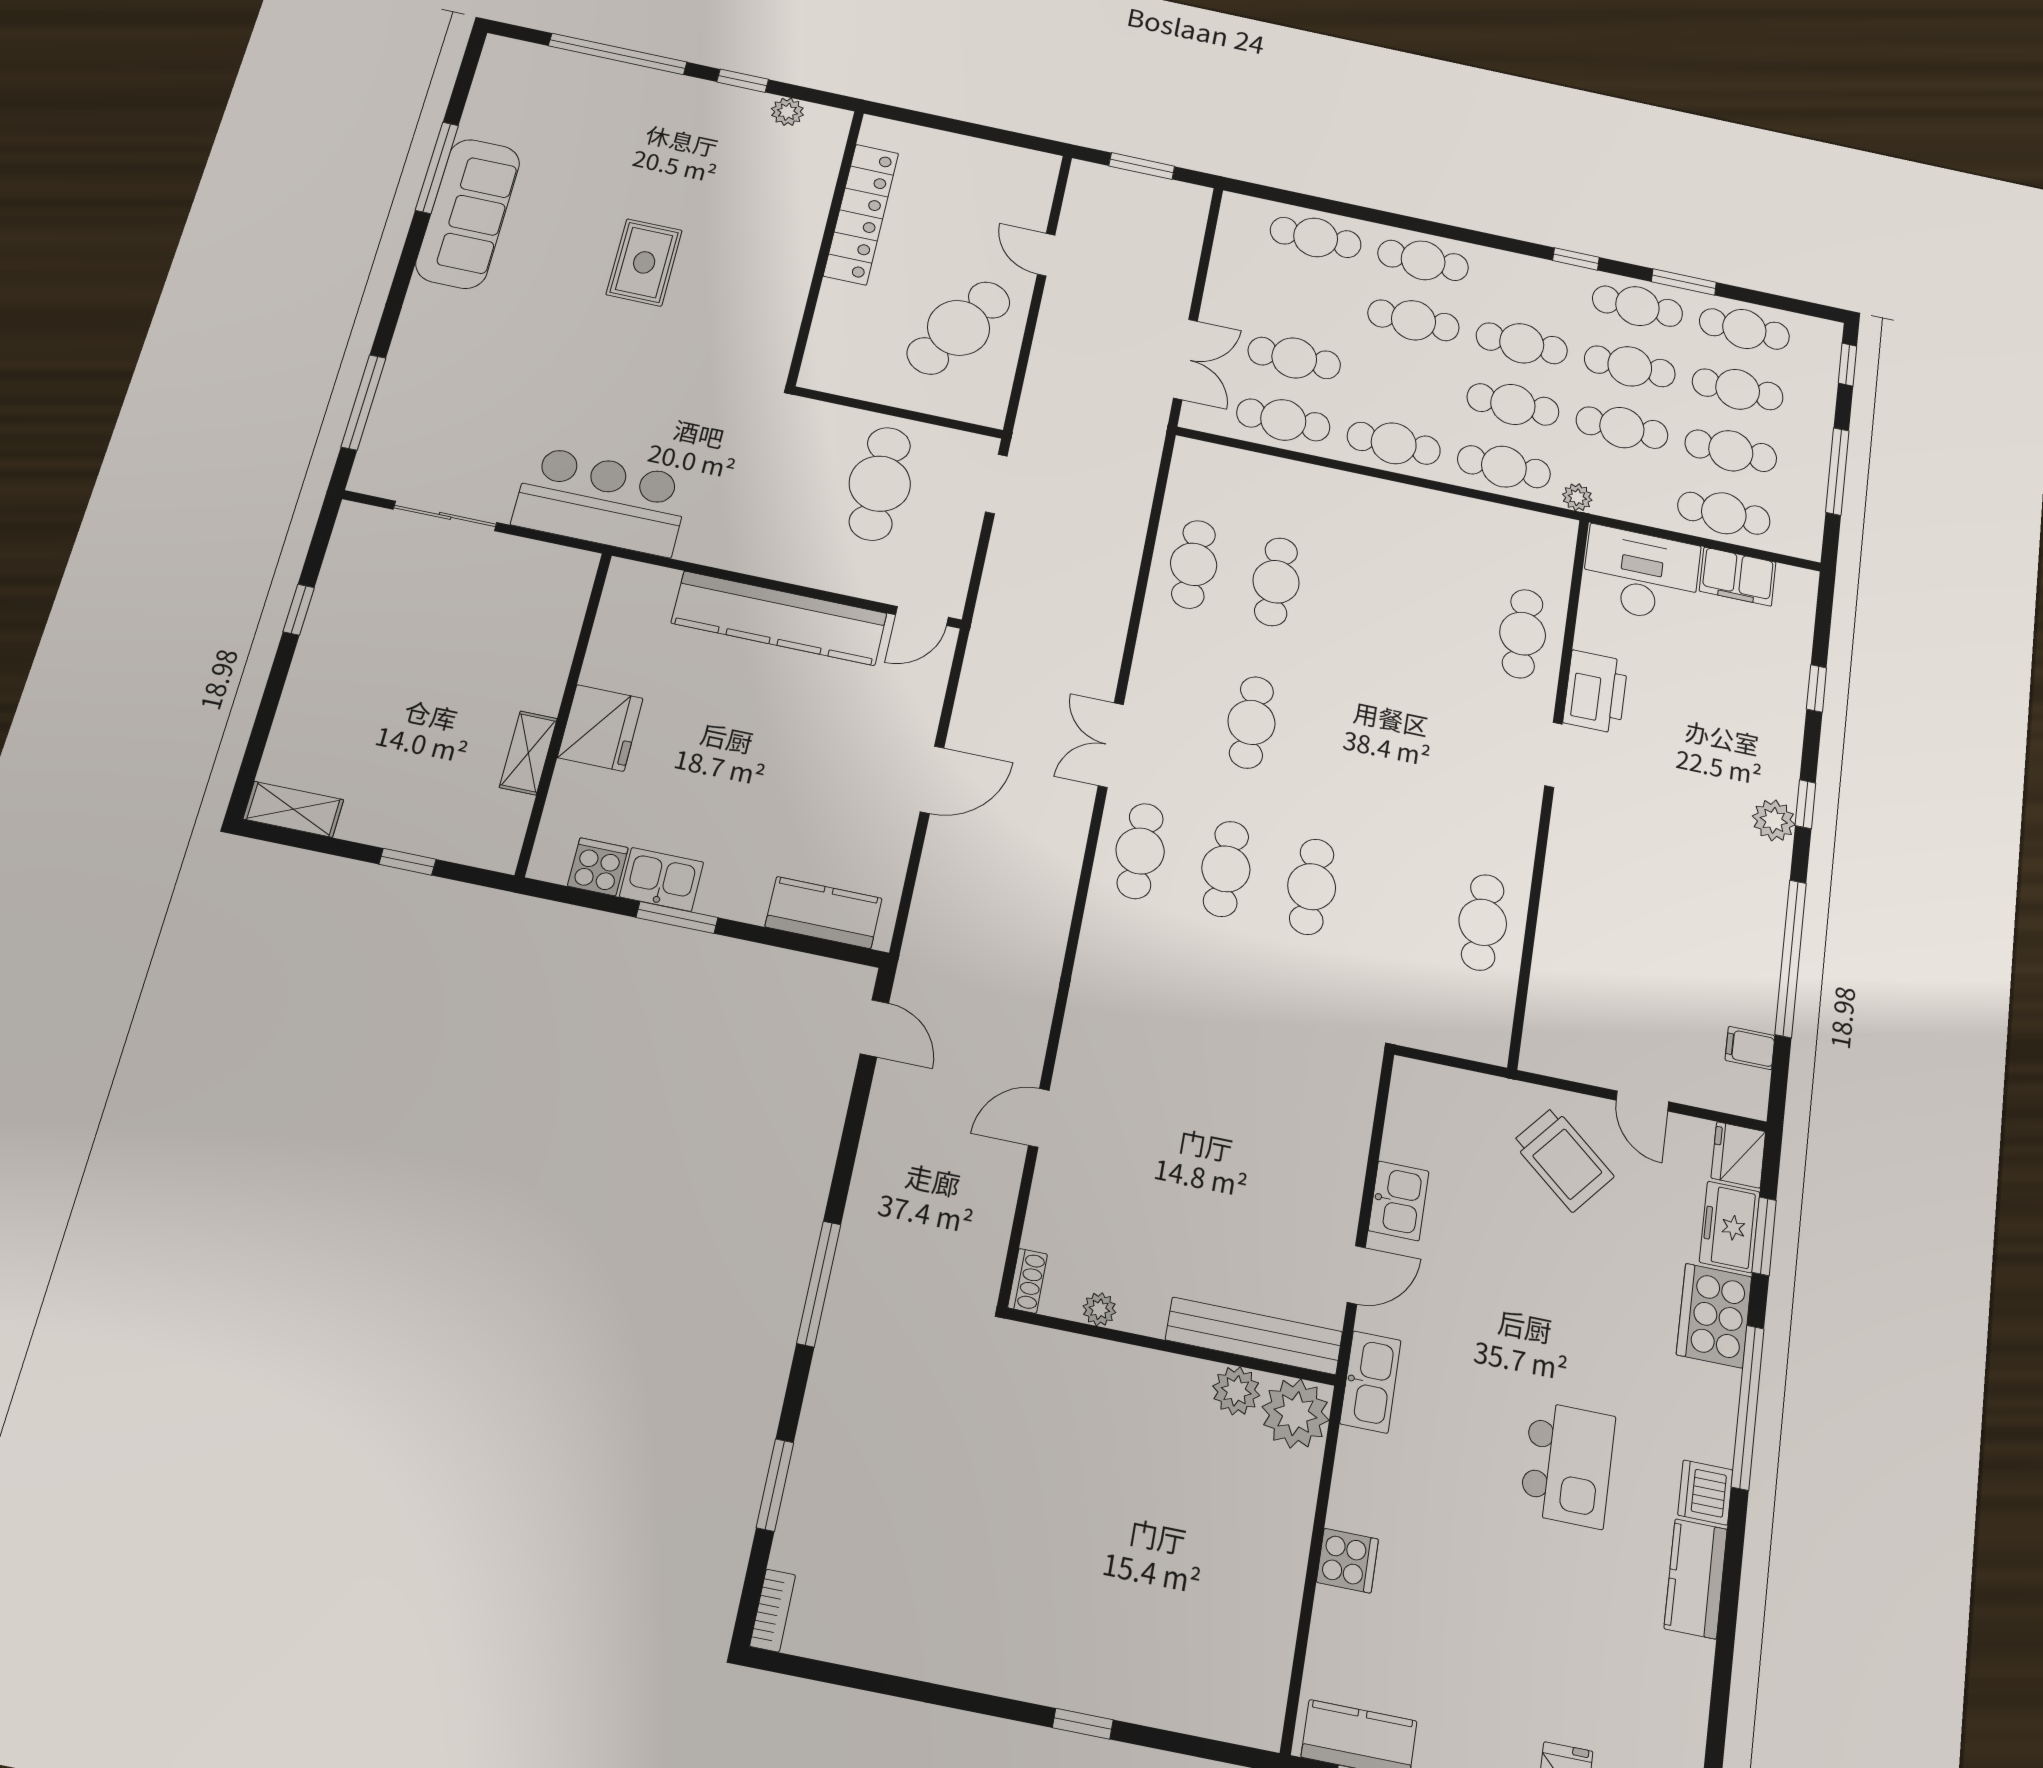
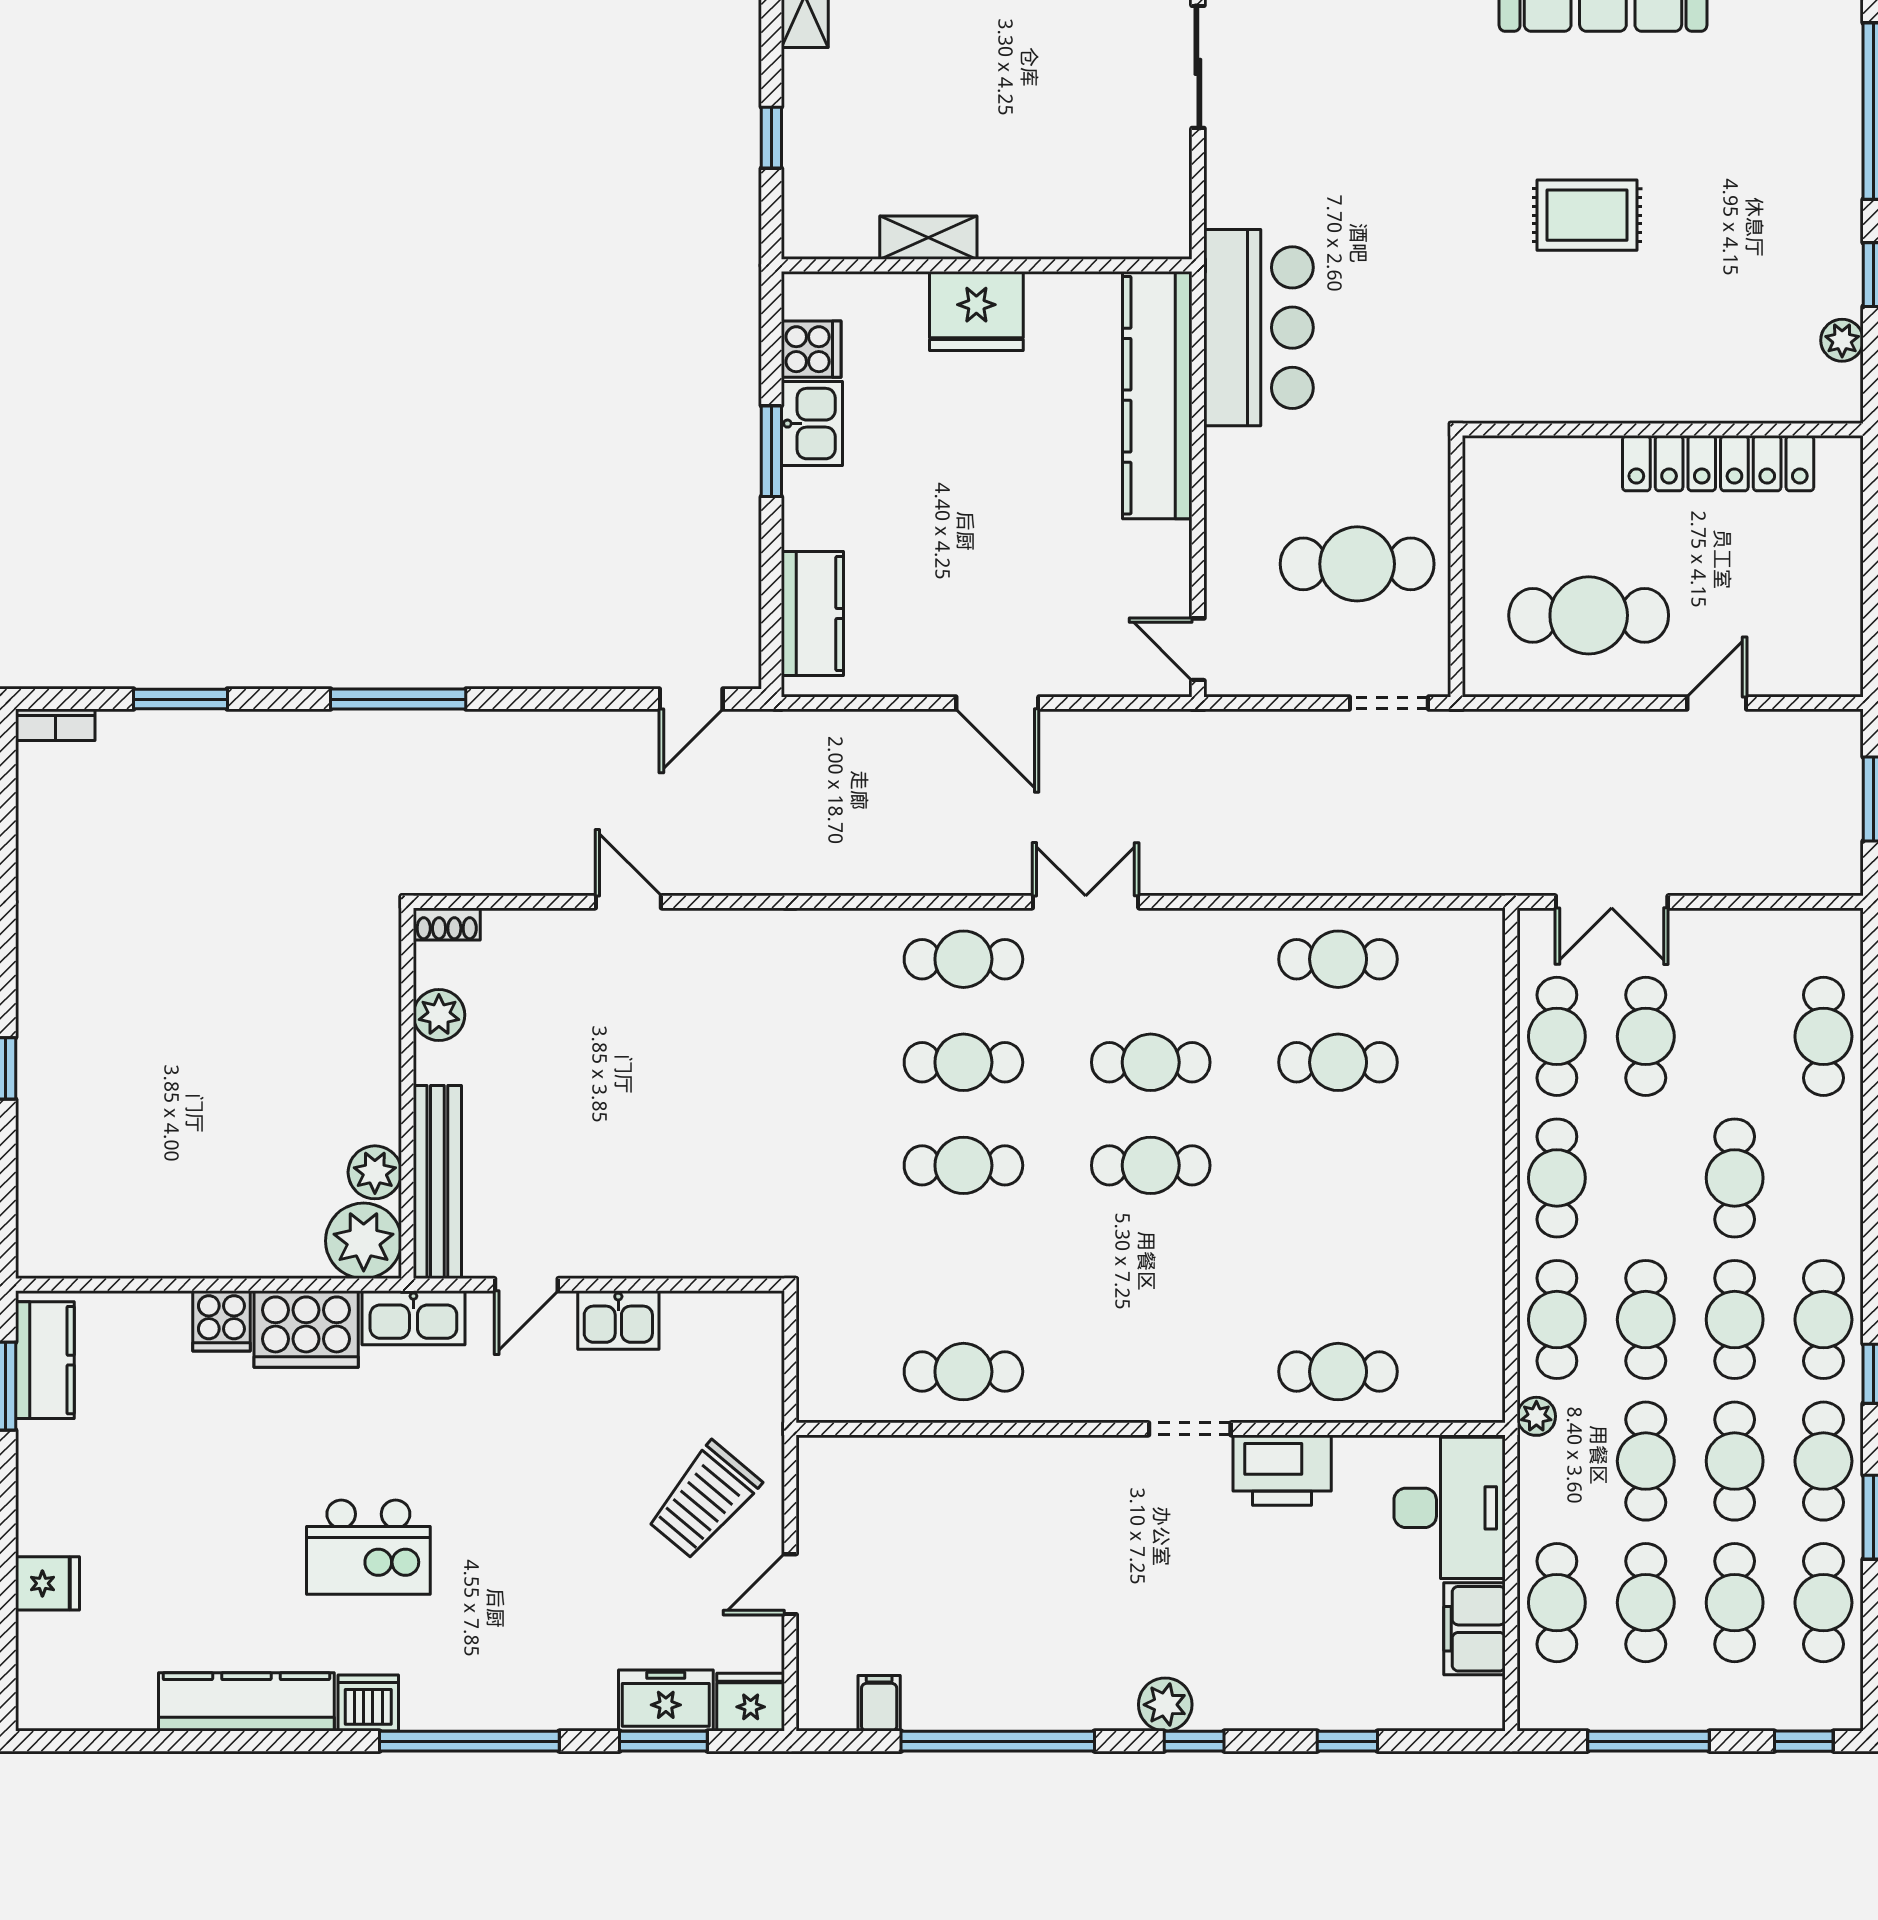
cafe table: (1423, 260) -> (1823, 1320), moved
cafe table: (959, 328) -> (1589, 615), turned -32
bar counter: (602, 501) -> (1258, 328), moved
kitchen counter: (779, 618) -> (1157, 395), moved
cafe table: (1335, 740) -> (1151, 1165), added
door: (1356, 1275) -> (526, 1285), hinge flipped
plant: (1099, 1309) -> (439, 1015), width x1.38, depth x1.38
cooker: (1714, 1316) -> (306, 1329), moved, turned 180
kitchen counter: (1696, 1579) -> (246, 1702), width x1.50

